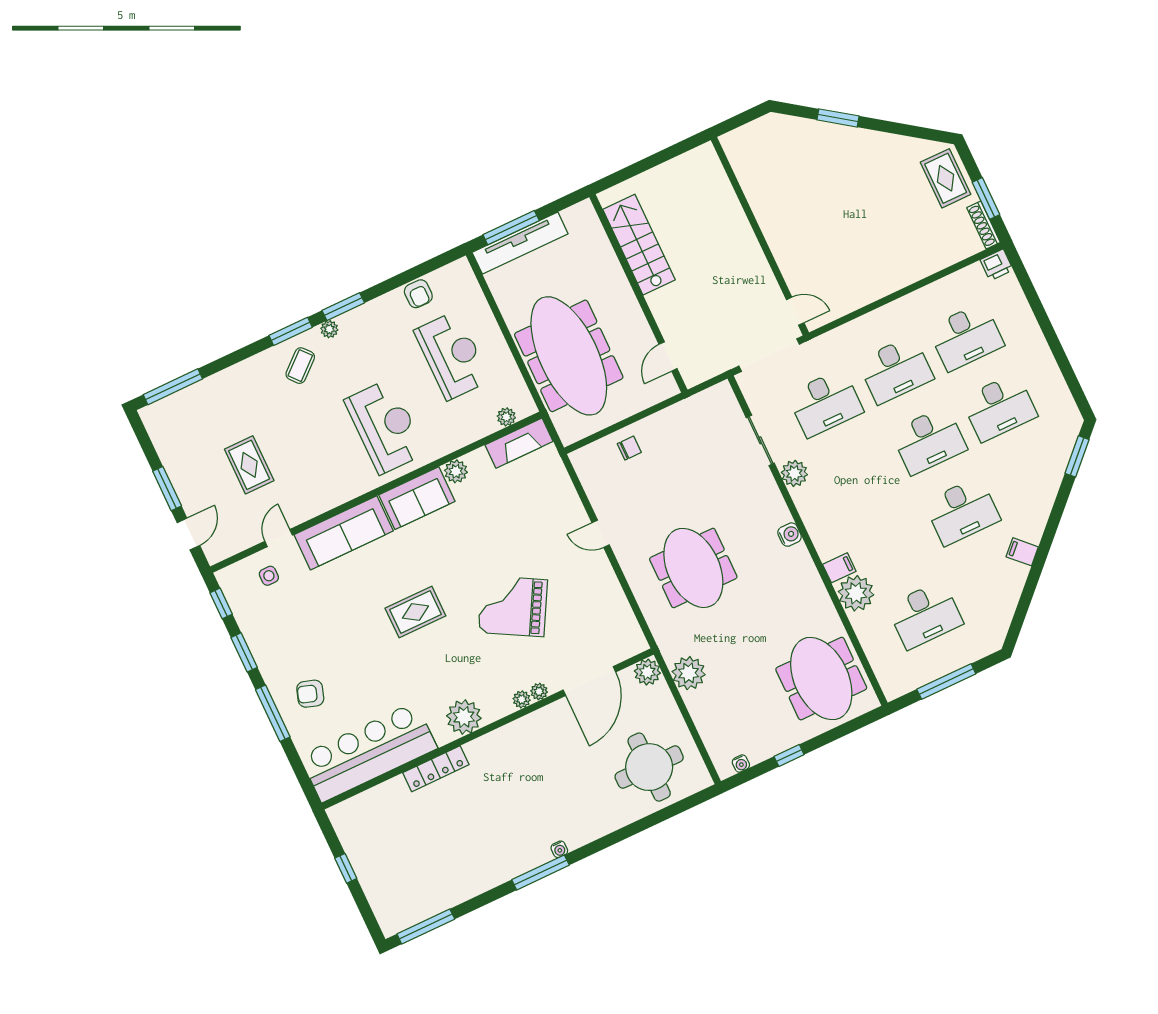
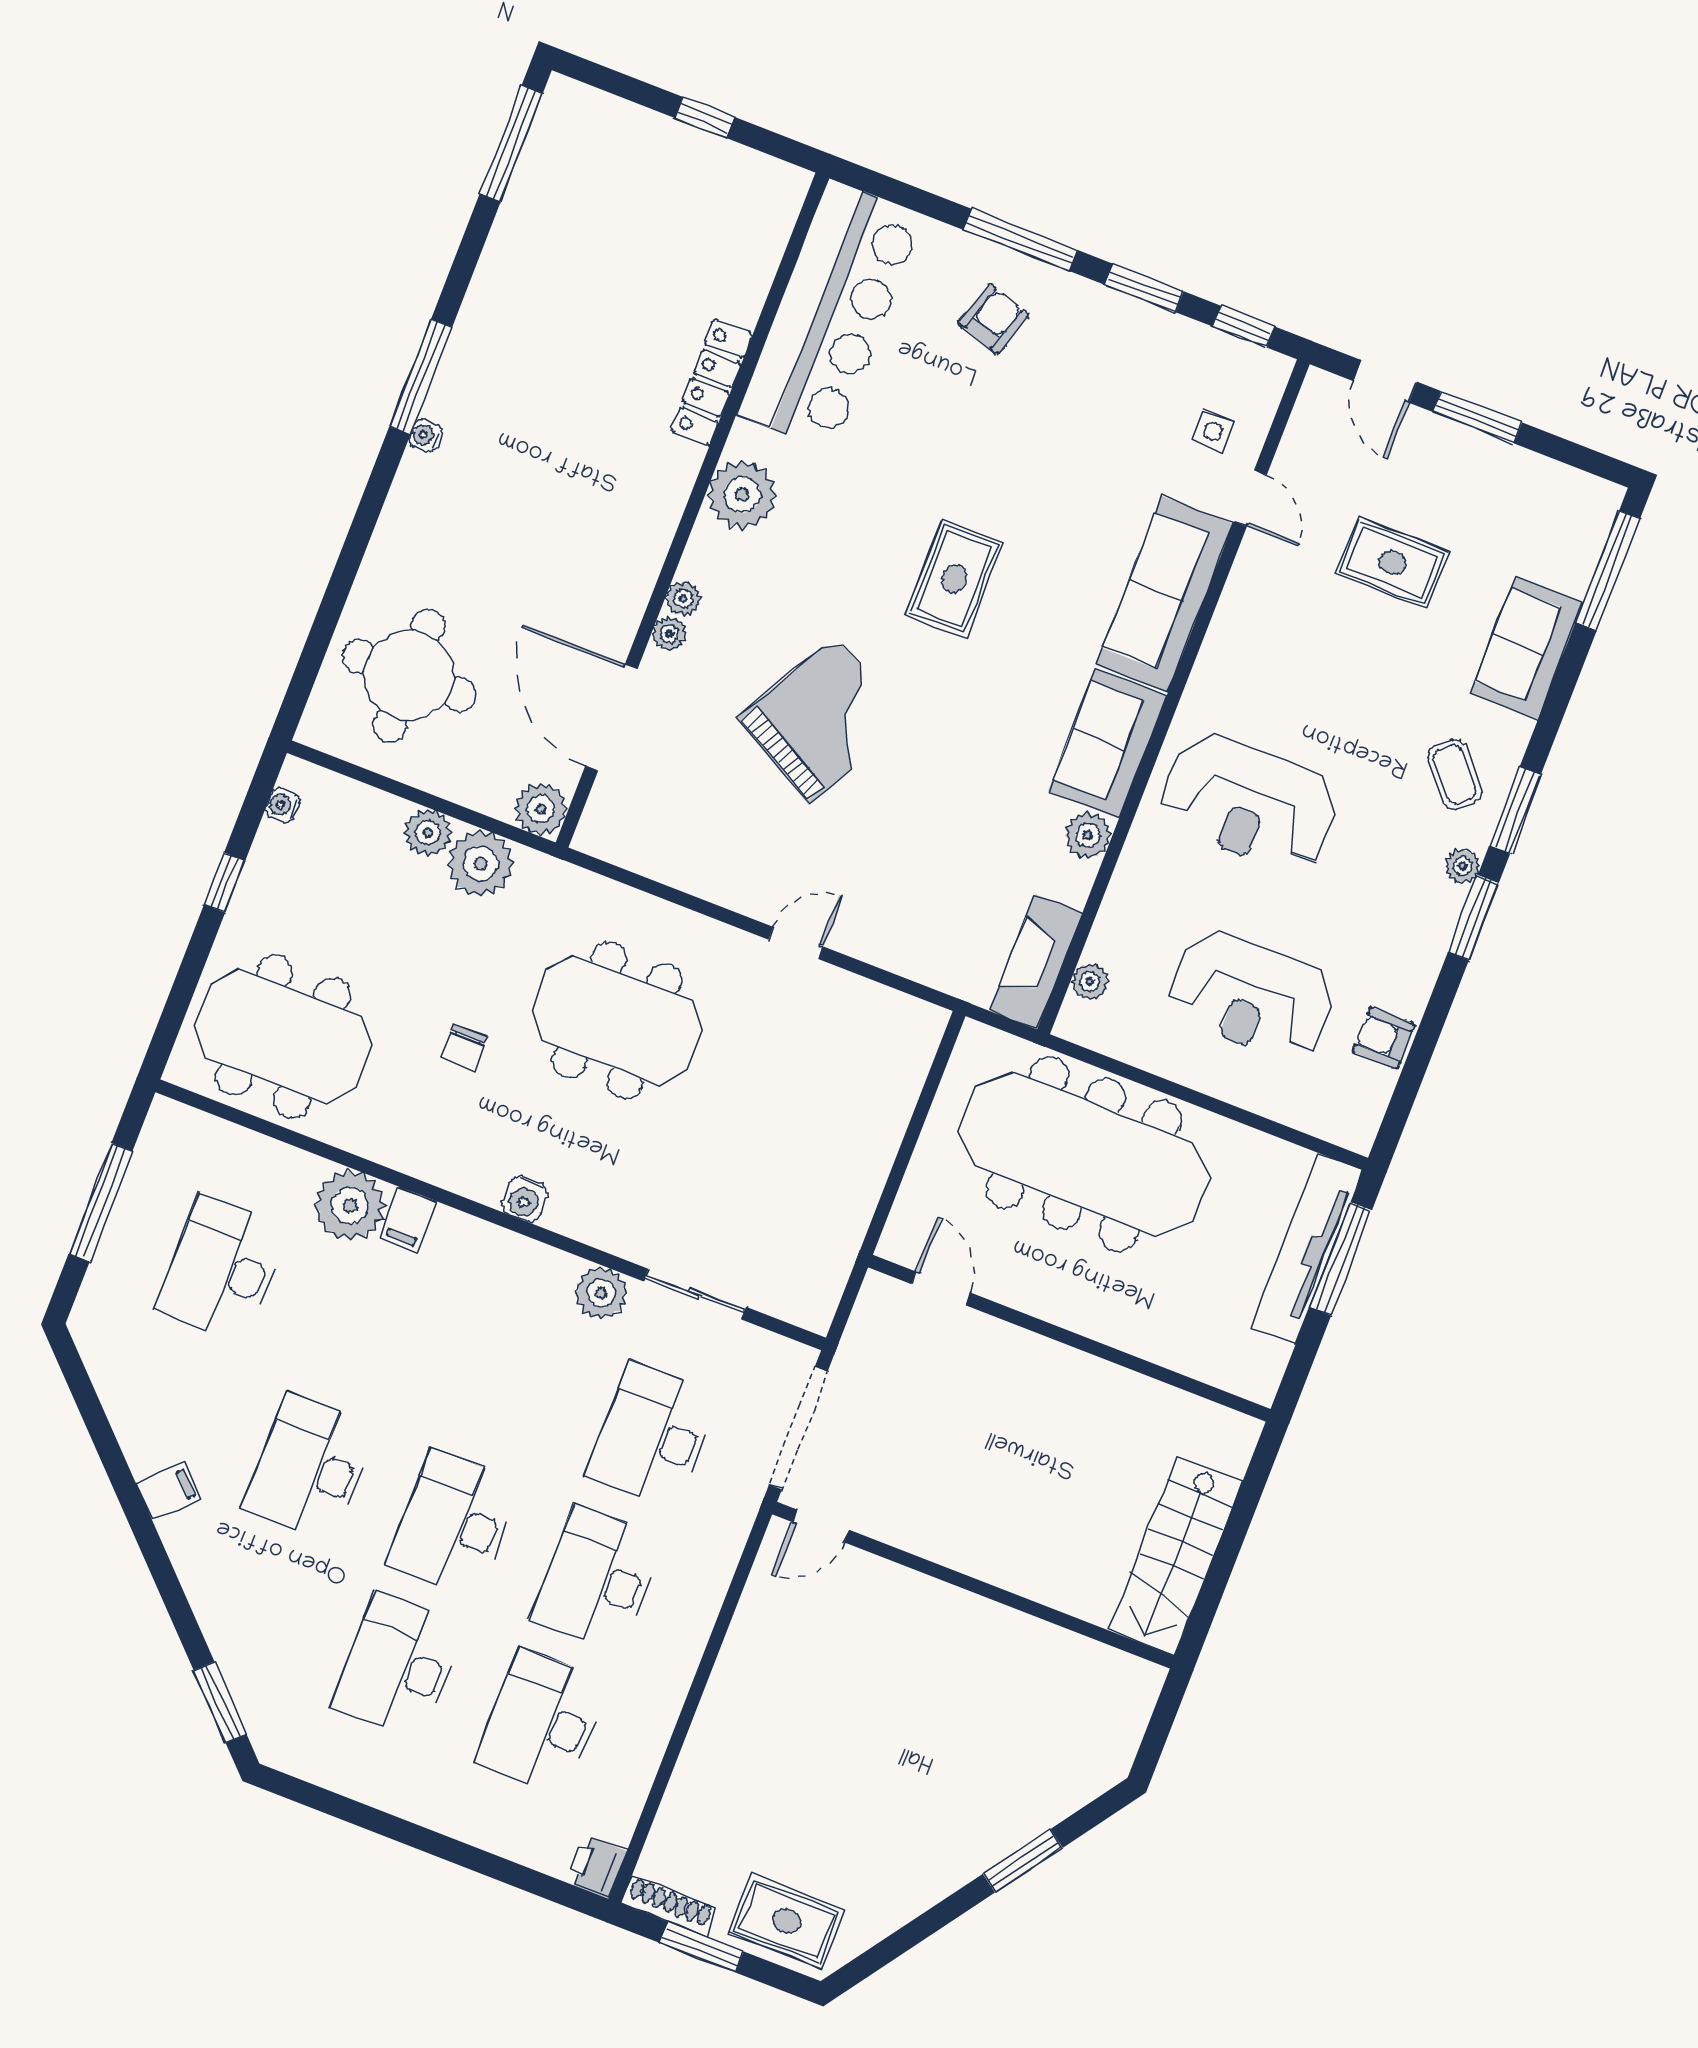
stairs: (639, 245) -> (1176, 1556), moved, turned 90
sofa: (229, 387) -> (1527, 648), added
chair: (629, 448) -> (464, 1047), moved
plant: (697, 703) -> (428, 833), added

